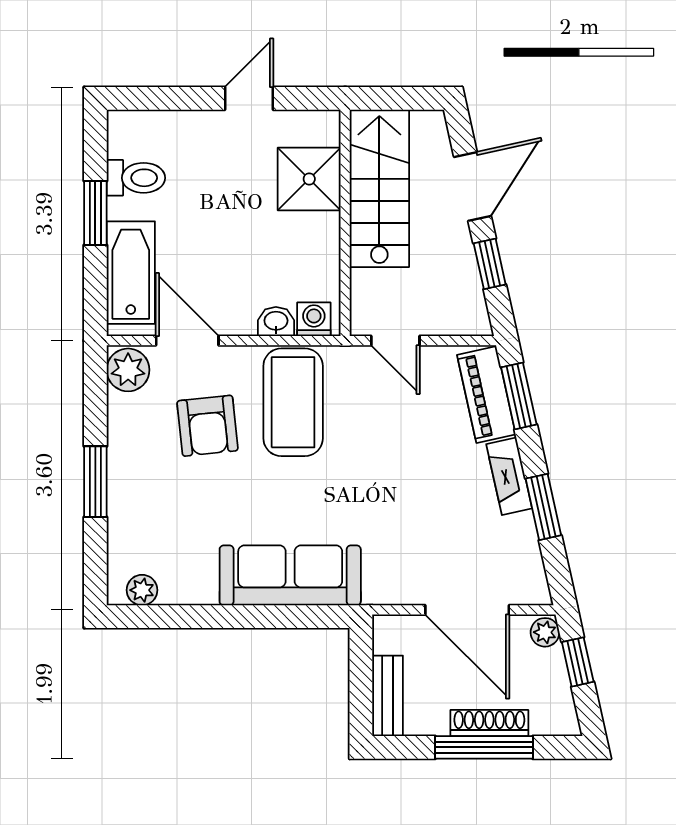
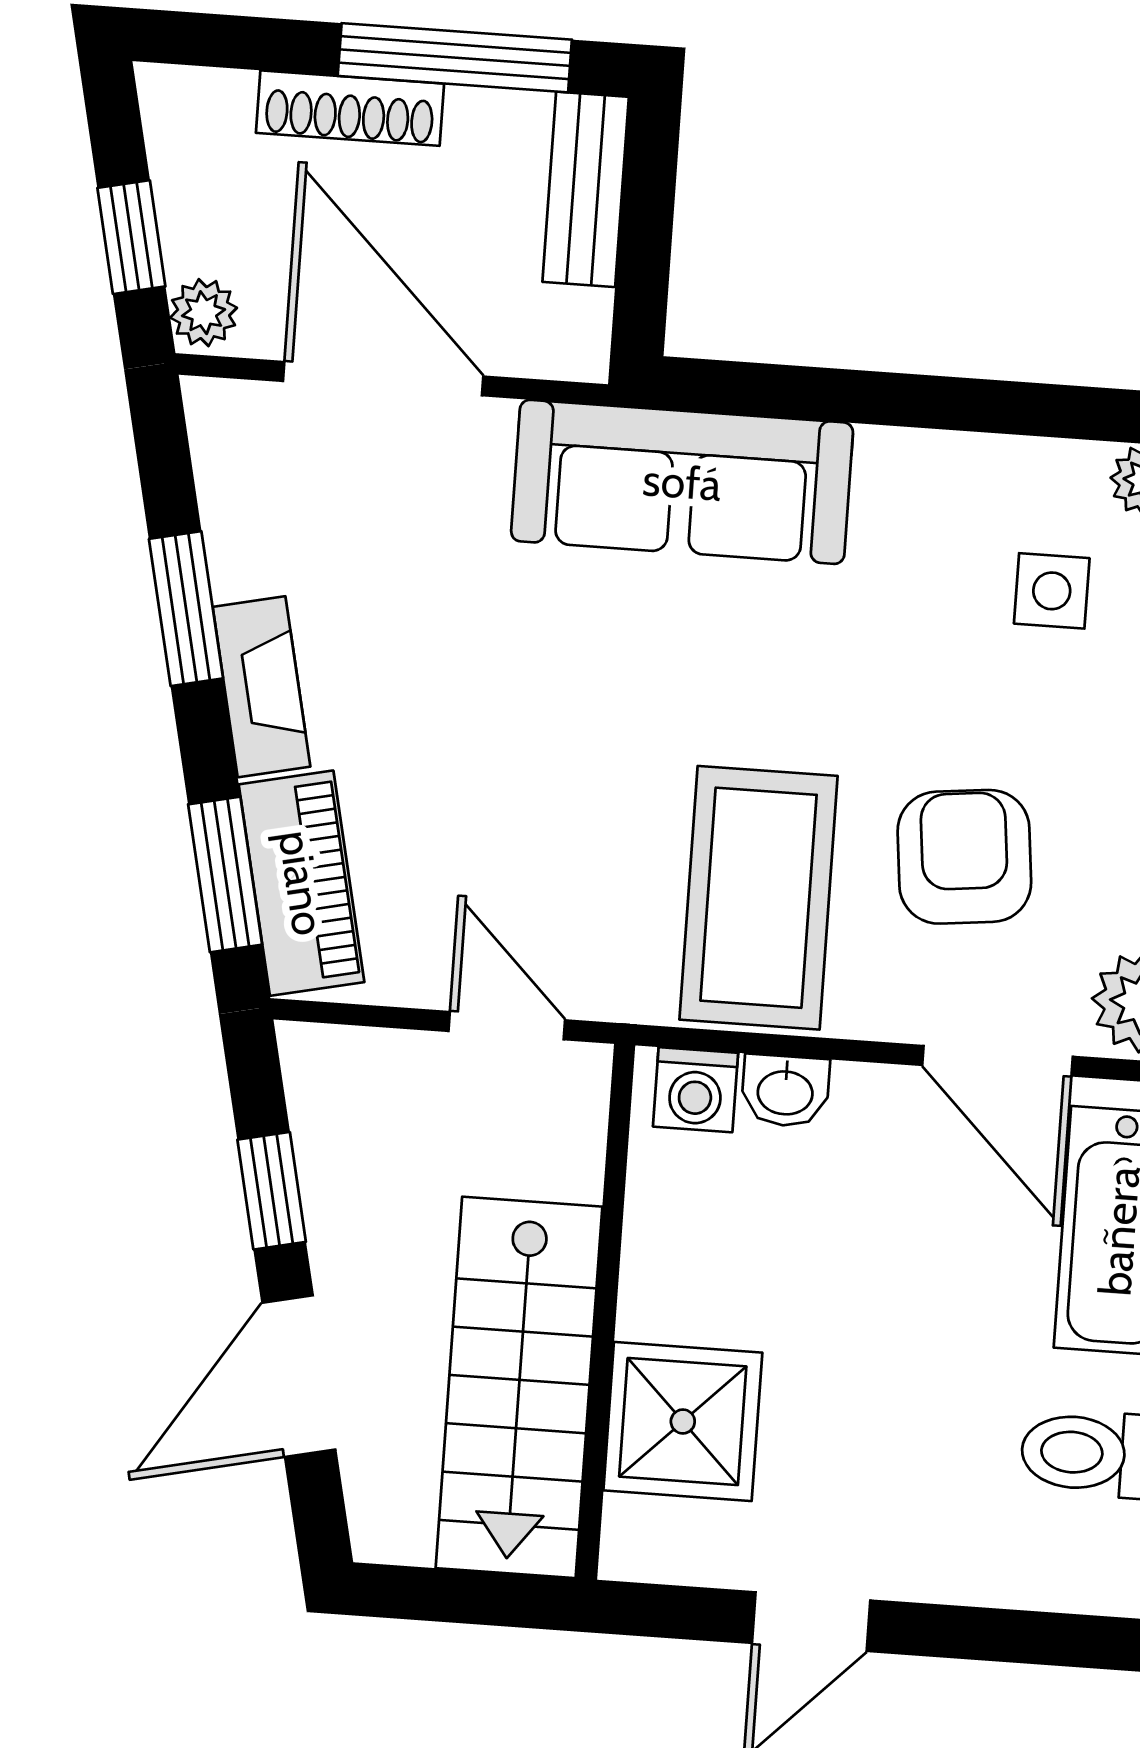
side table: (179, 541) -> (1052, 591), added
sofa: (290, 575) -> (682, 482), moved
window: (484, 747) -> (455, 58), moved

